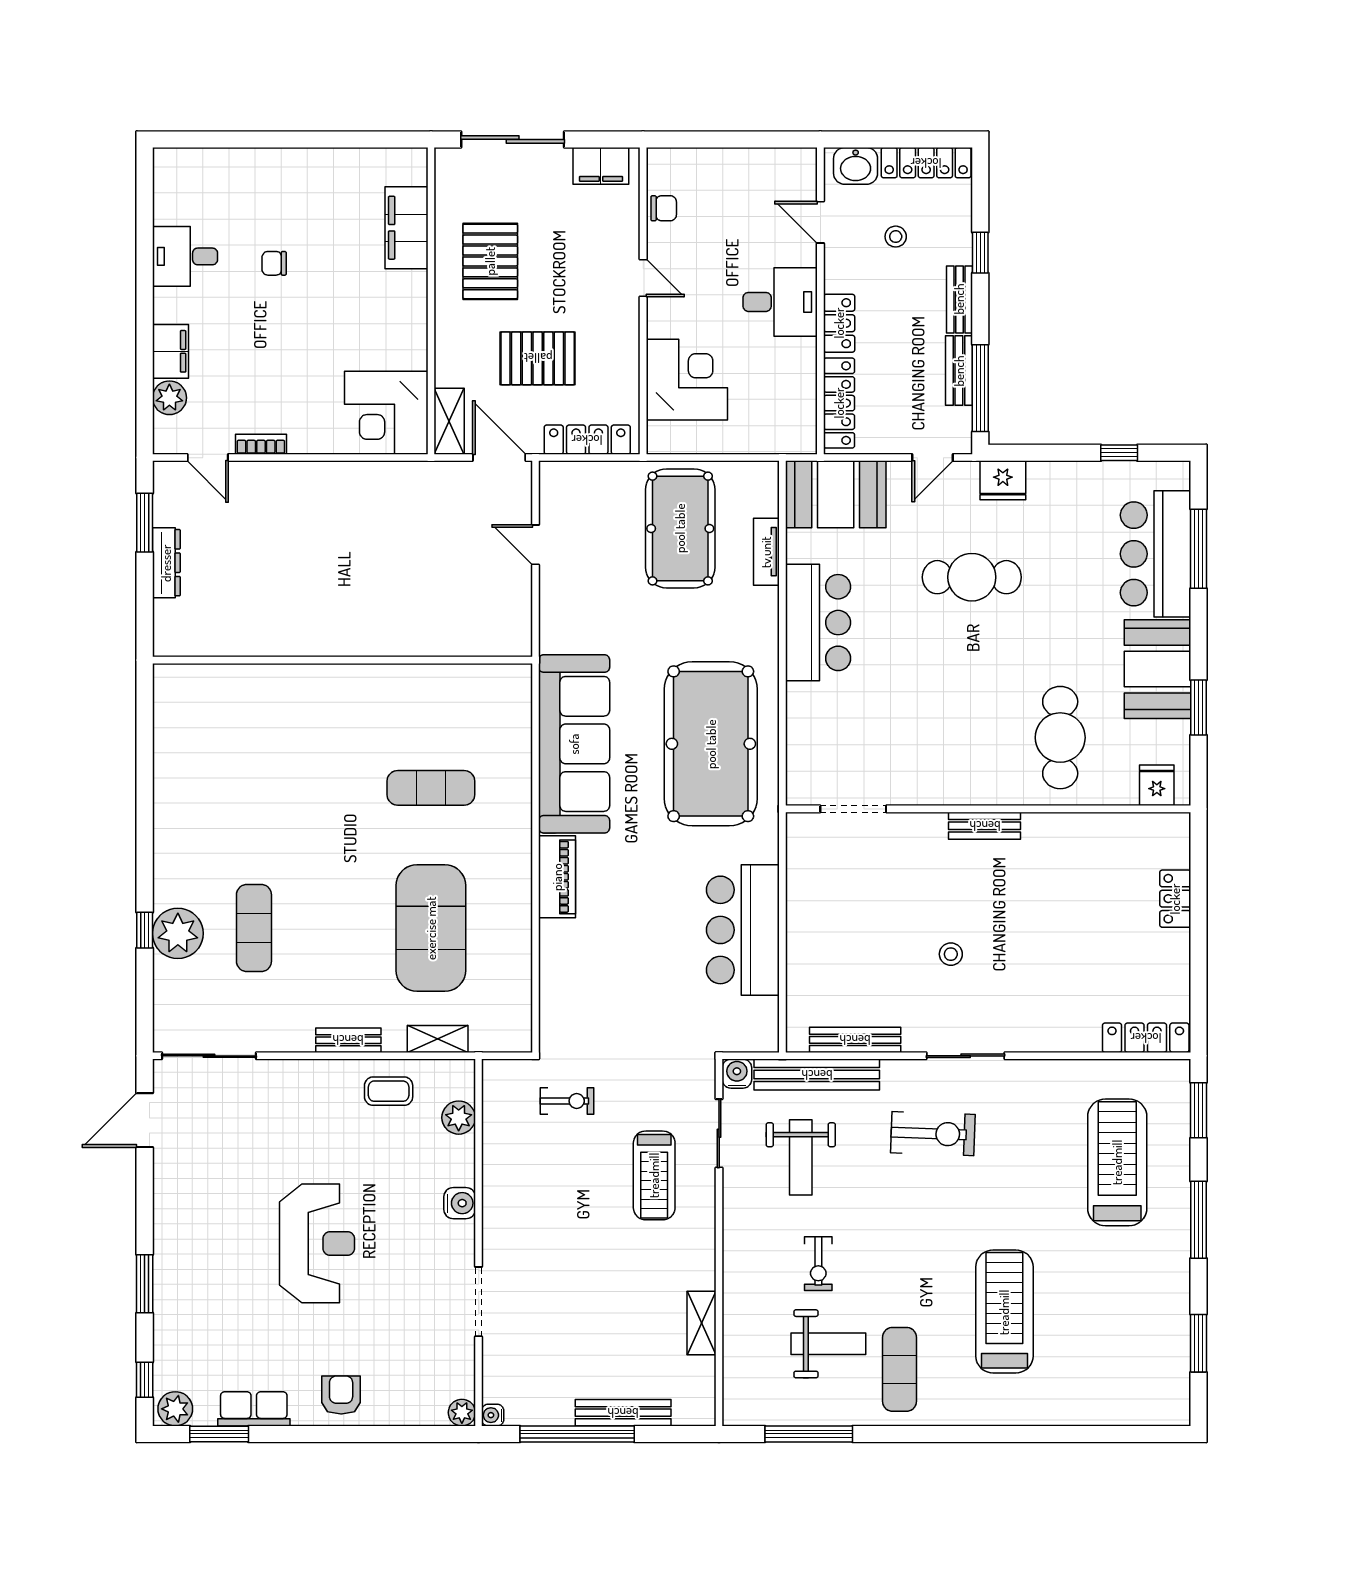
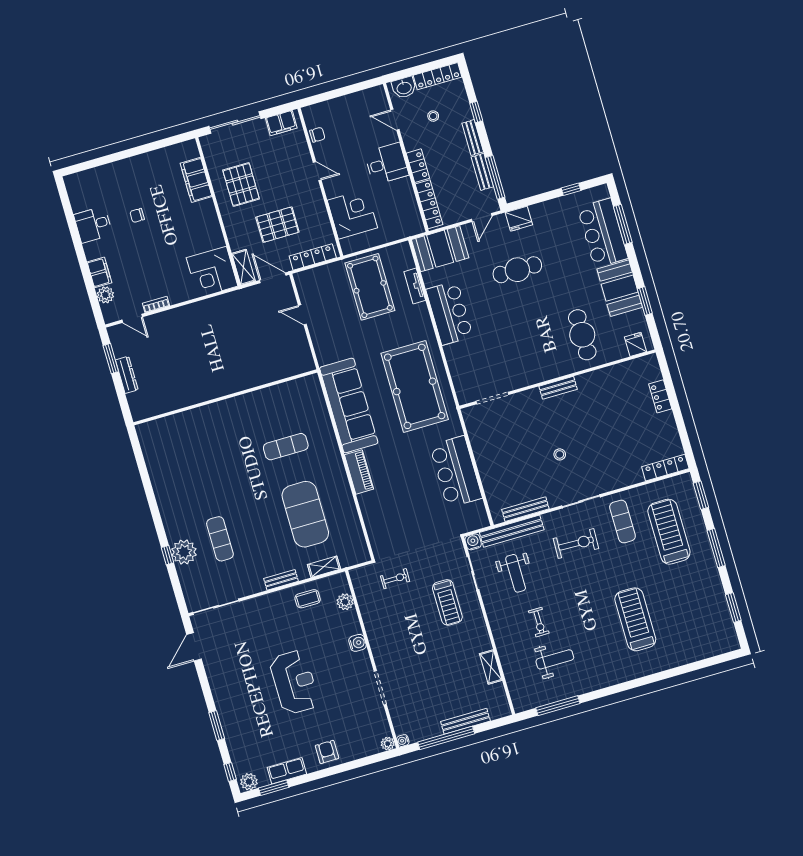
exercise mat: (900, 1369) -> (622, 522), moved

